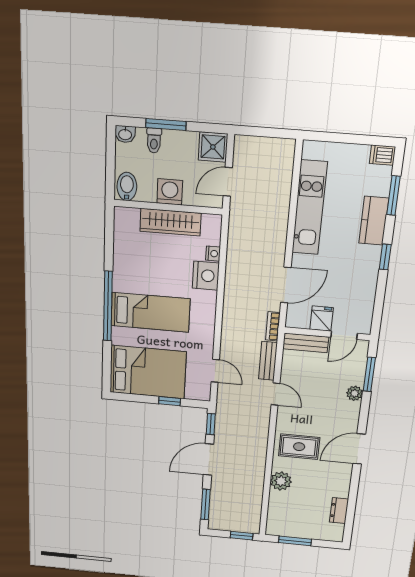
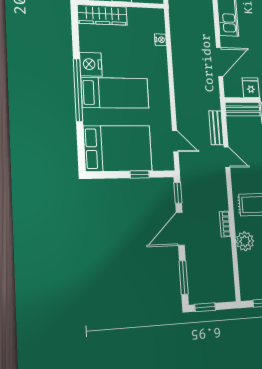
wardrobe: (170, 222) -> (102, 15), moved
nightstand: (206, 276) -> (91, 64), moved, turned 180
bookcase: (273, 326) -> (225, 224), moved
window: (242, 536) -> (205, 307), moved

